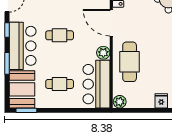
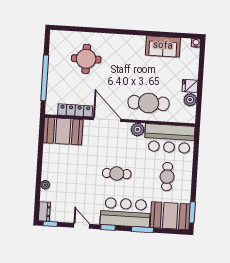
door: (111, 23) -> (107, 119), swing flipped
cafe table: (60, 35) -> (117, 174), turned 90
fridge: (161, 101) -> (190, 86), moved
plant: (120, 102) -> (190, 100), moved

